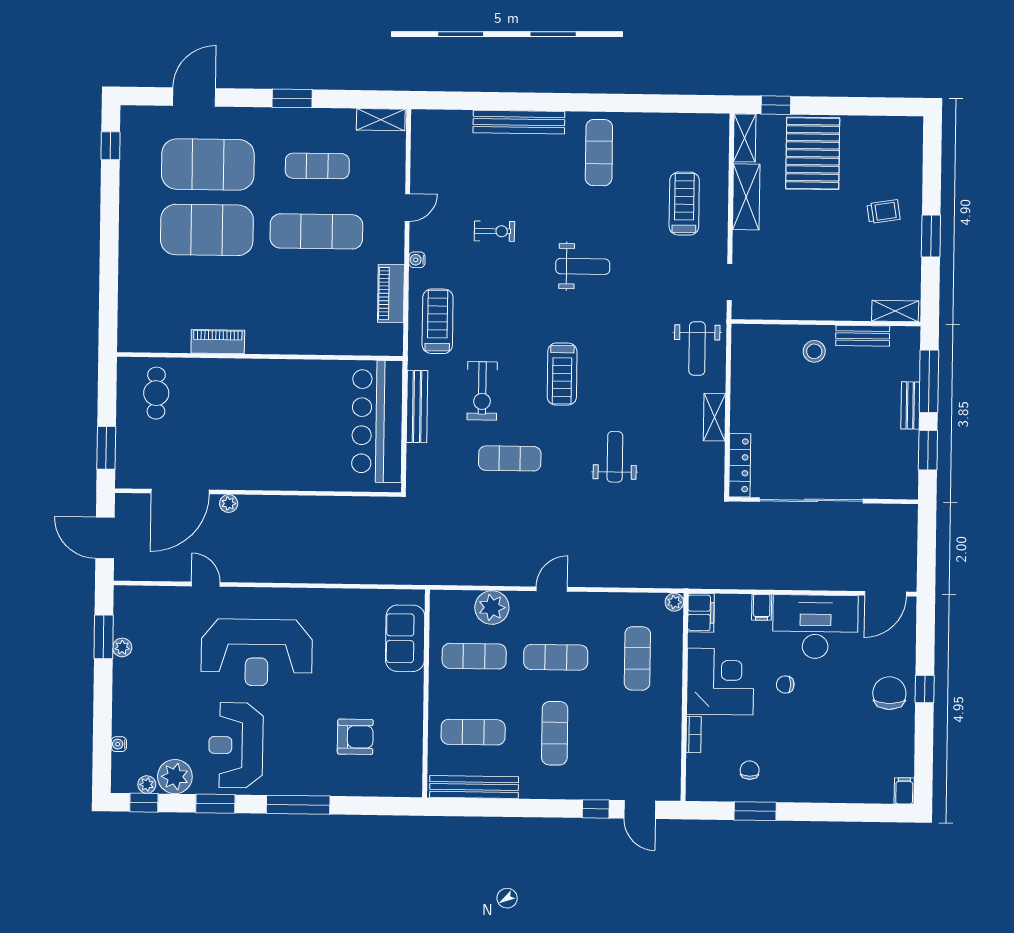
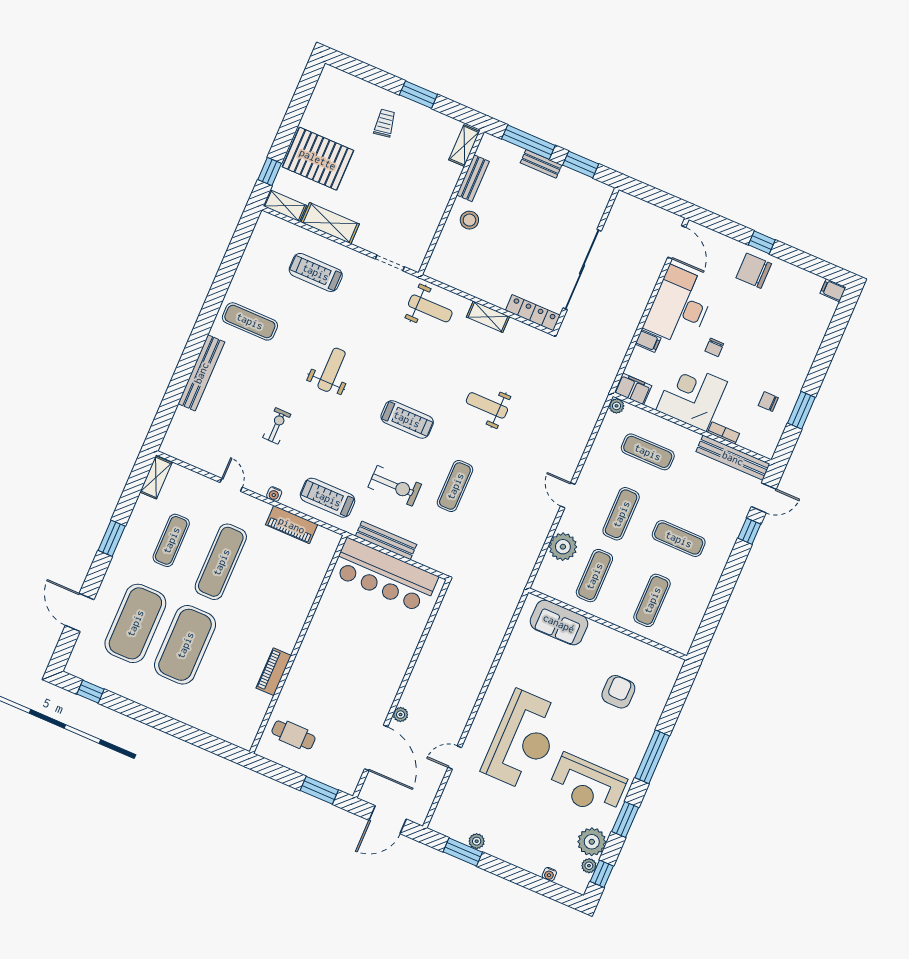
bench: (474, 787) -> (733, 458), moved, turned 90

